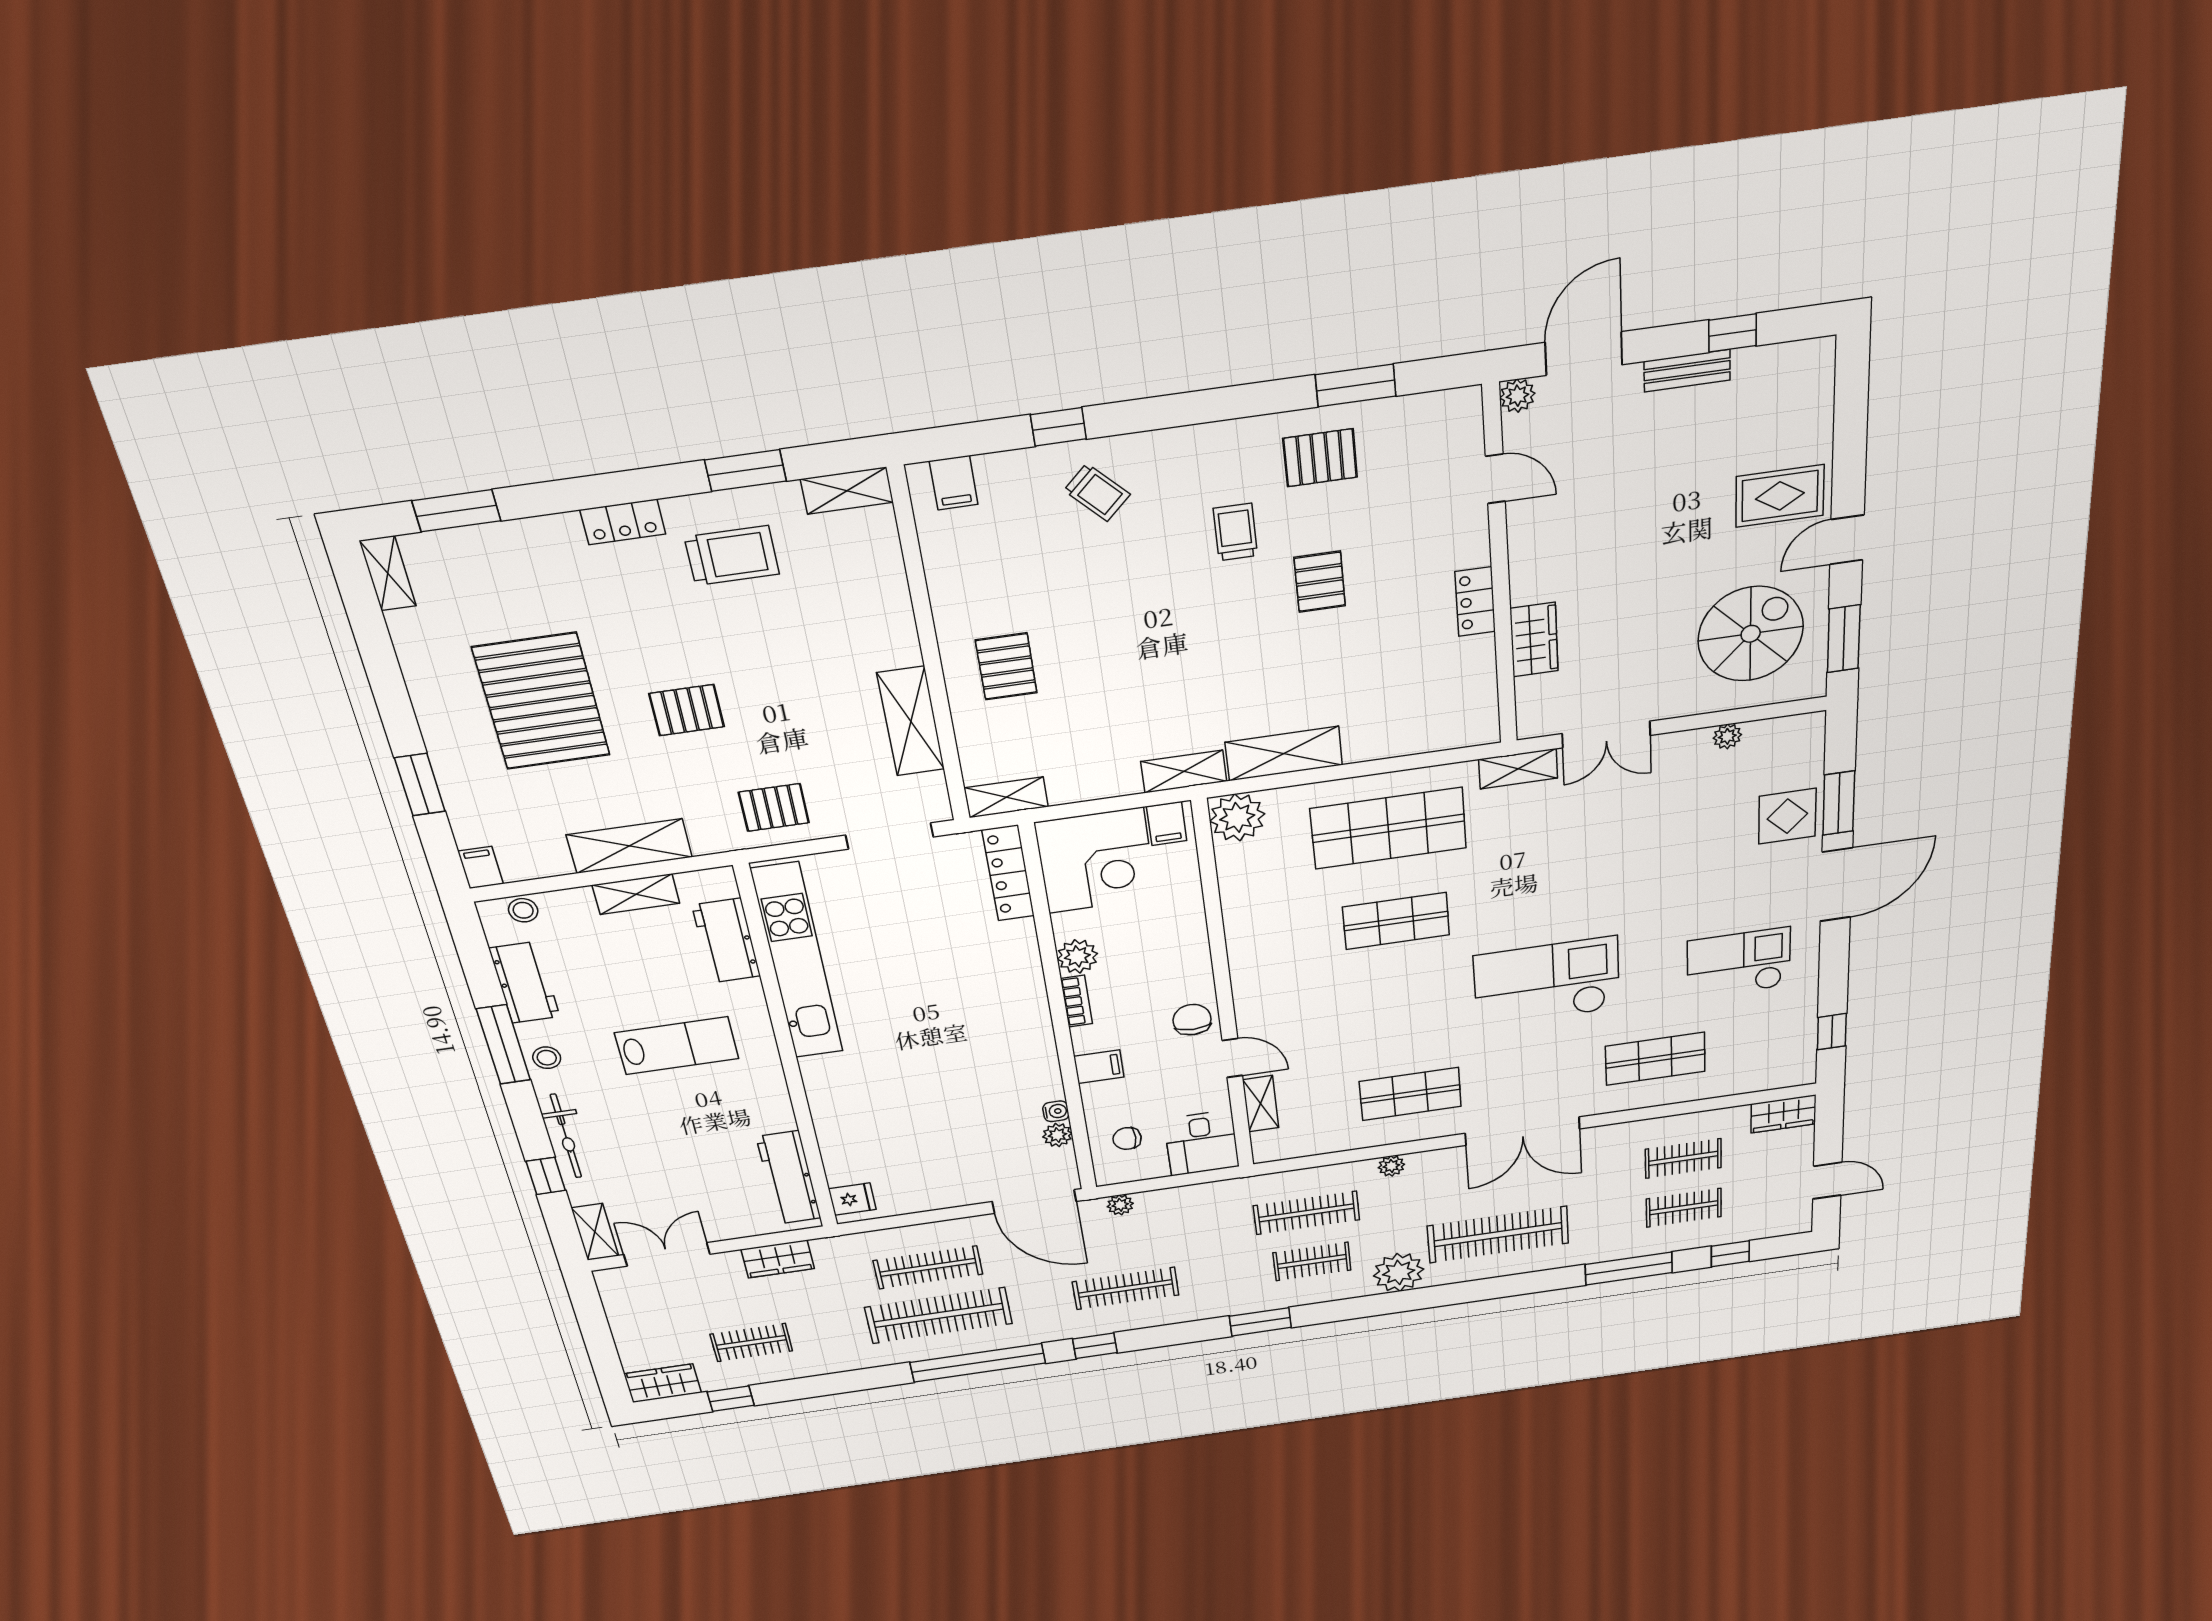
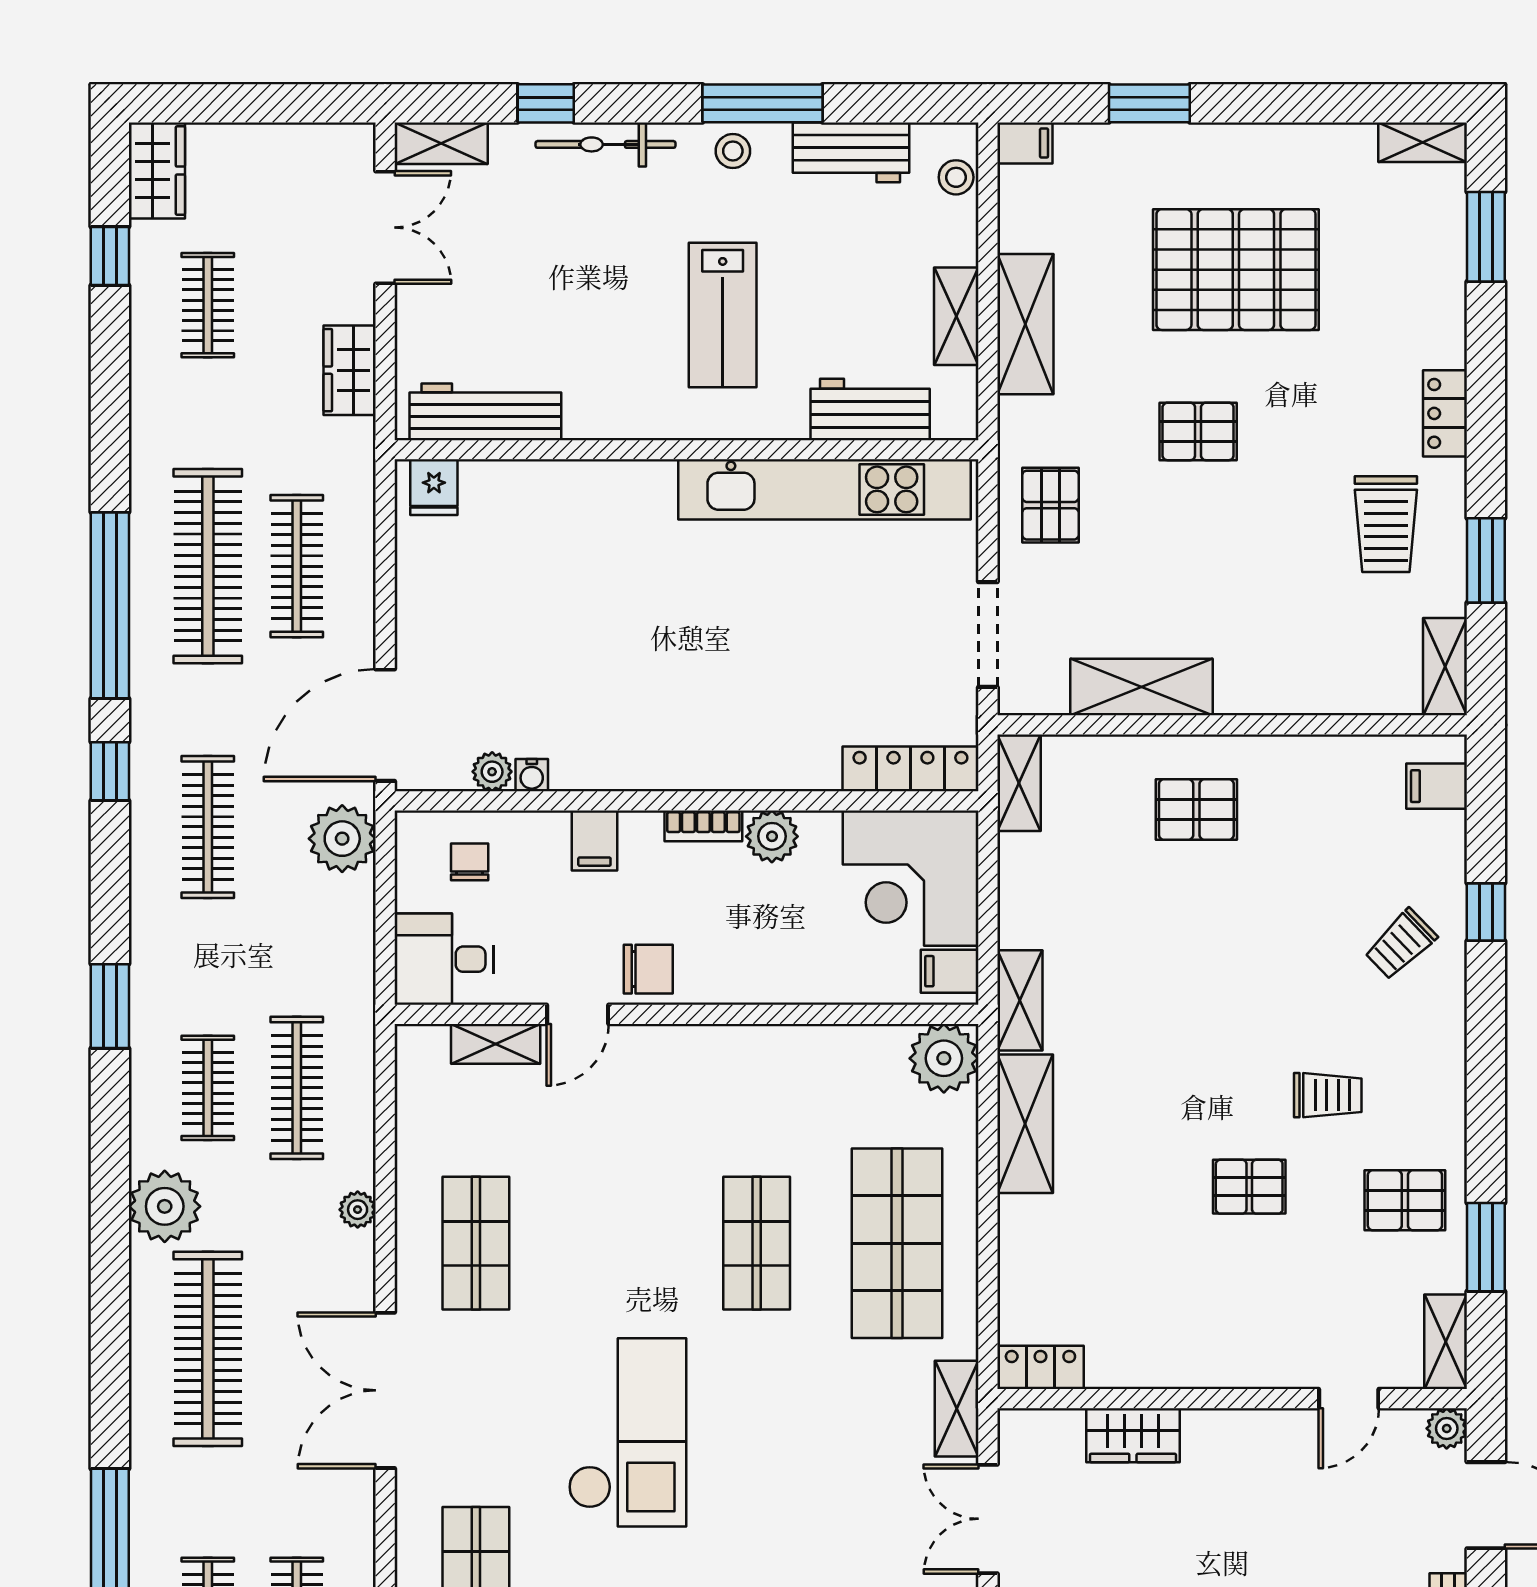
shelving: (1441, 407) -> (1446, 1342), added
pallet: (1320, 458) -> (1405, 1200), turned 90
locker: (1475, 602) -> (1040, 1367), moved
pallet: (687, 710) -> (1198, 431), turned 90
plant: (1120, 1205) -> (342, 839), width x1.88, depth x1.88

